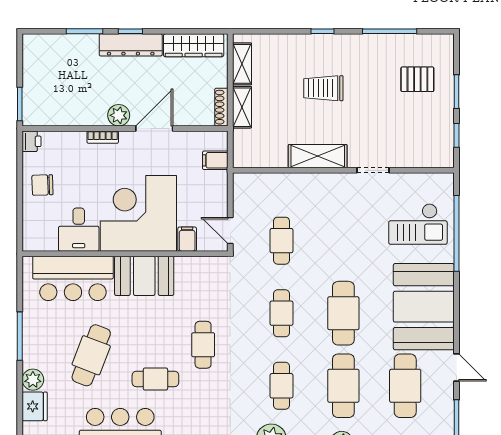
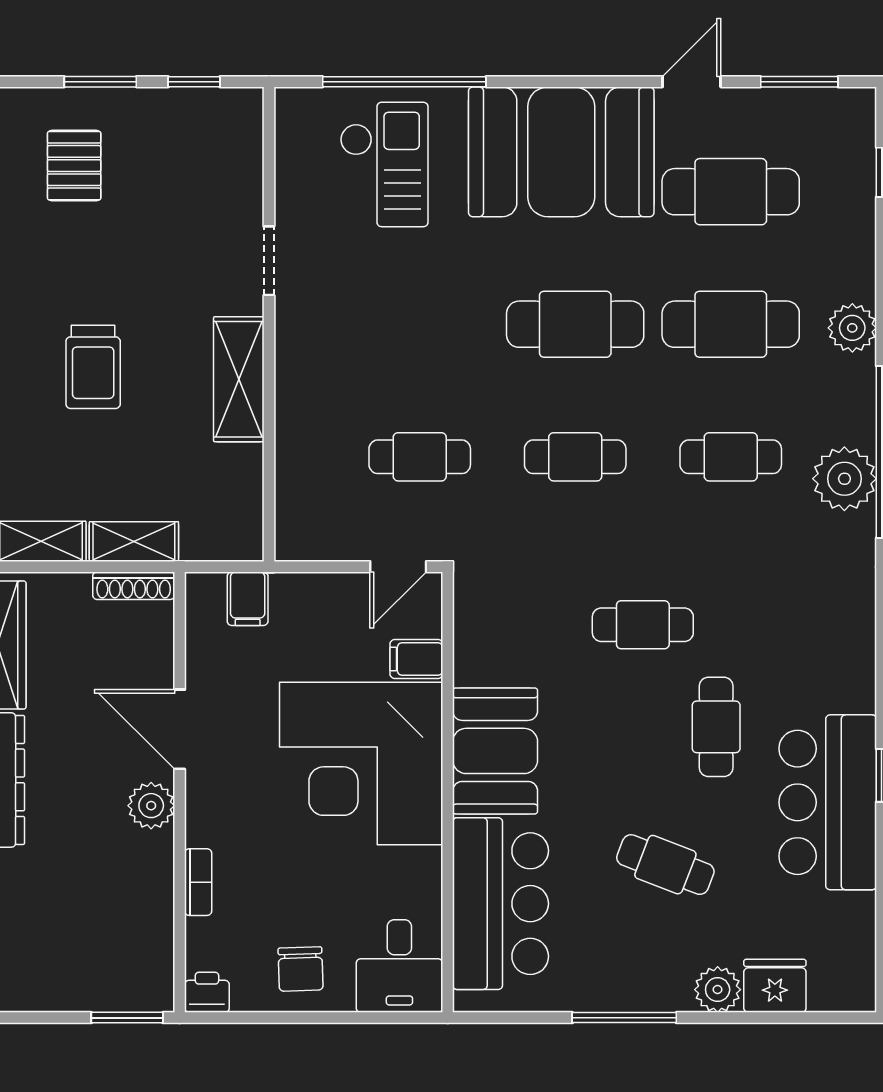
bookcase: (103, 137) -> (198, 882), moved
desk: (79, 230) -> (399, 966), moved, turned 90
cafe table: (91, 355) -> (665, 865), width x0.73, depth x0.74

